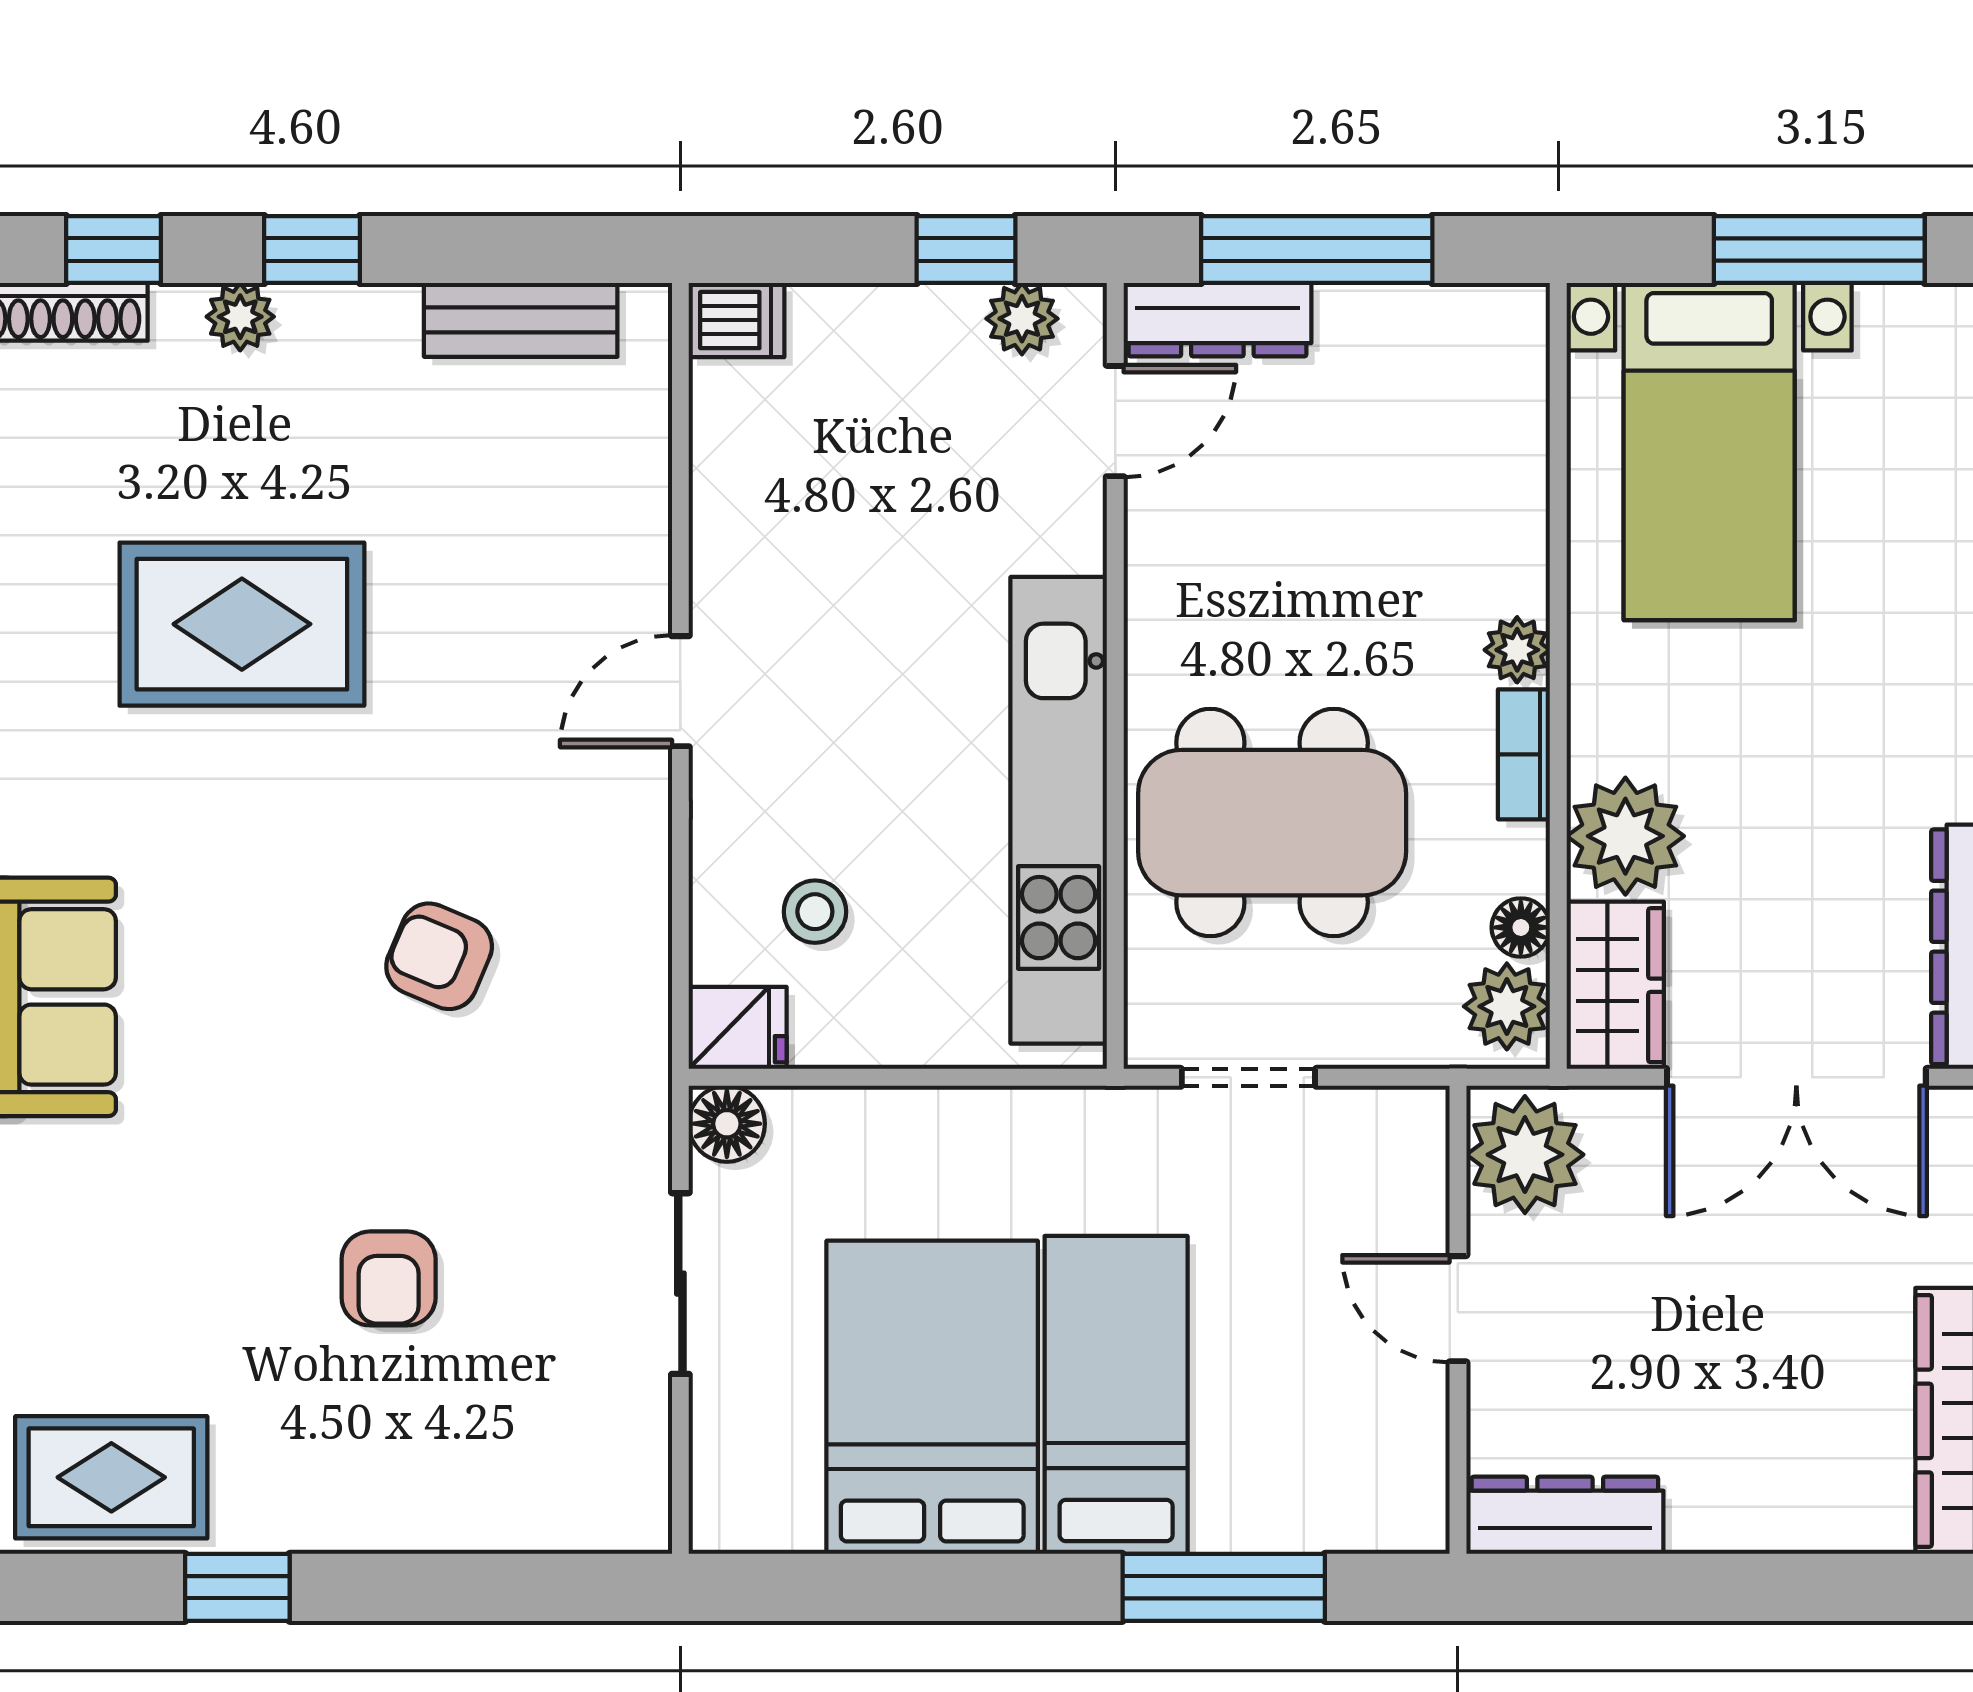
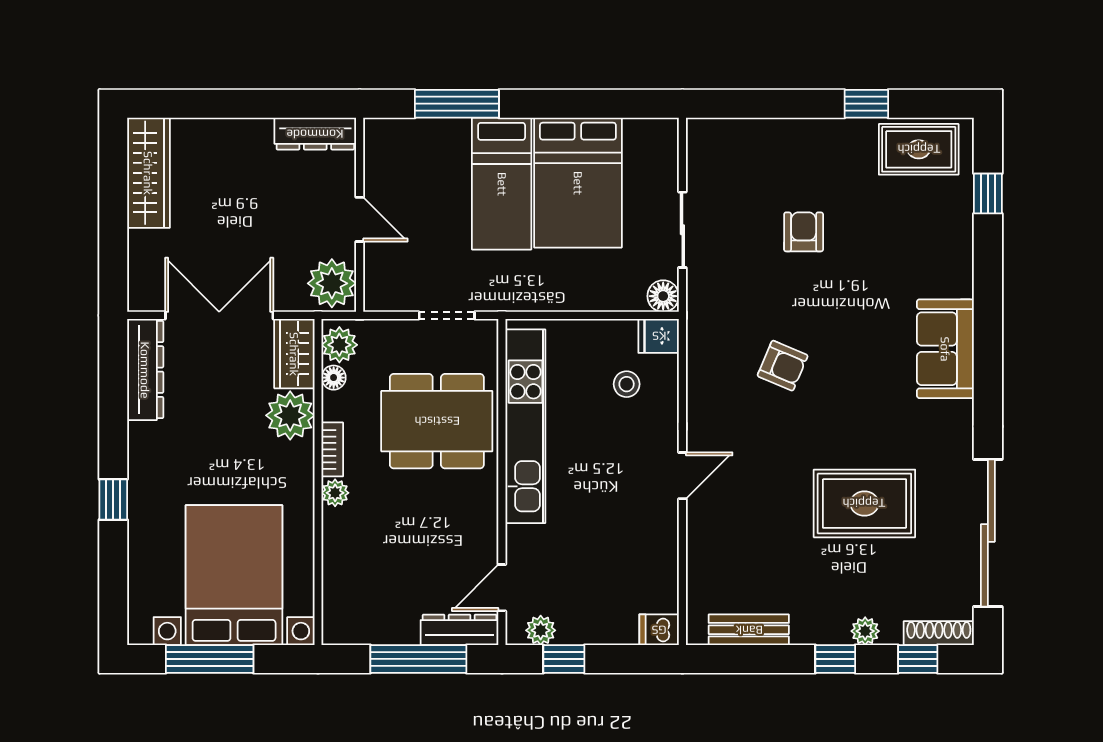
bed with nightstands: (1709, 452) -> (234, 575), width x1.36

